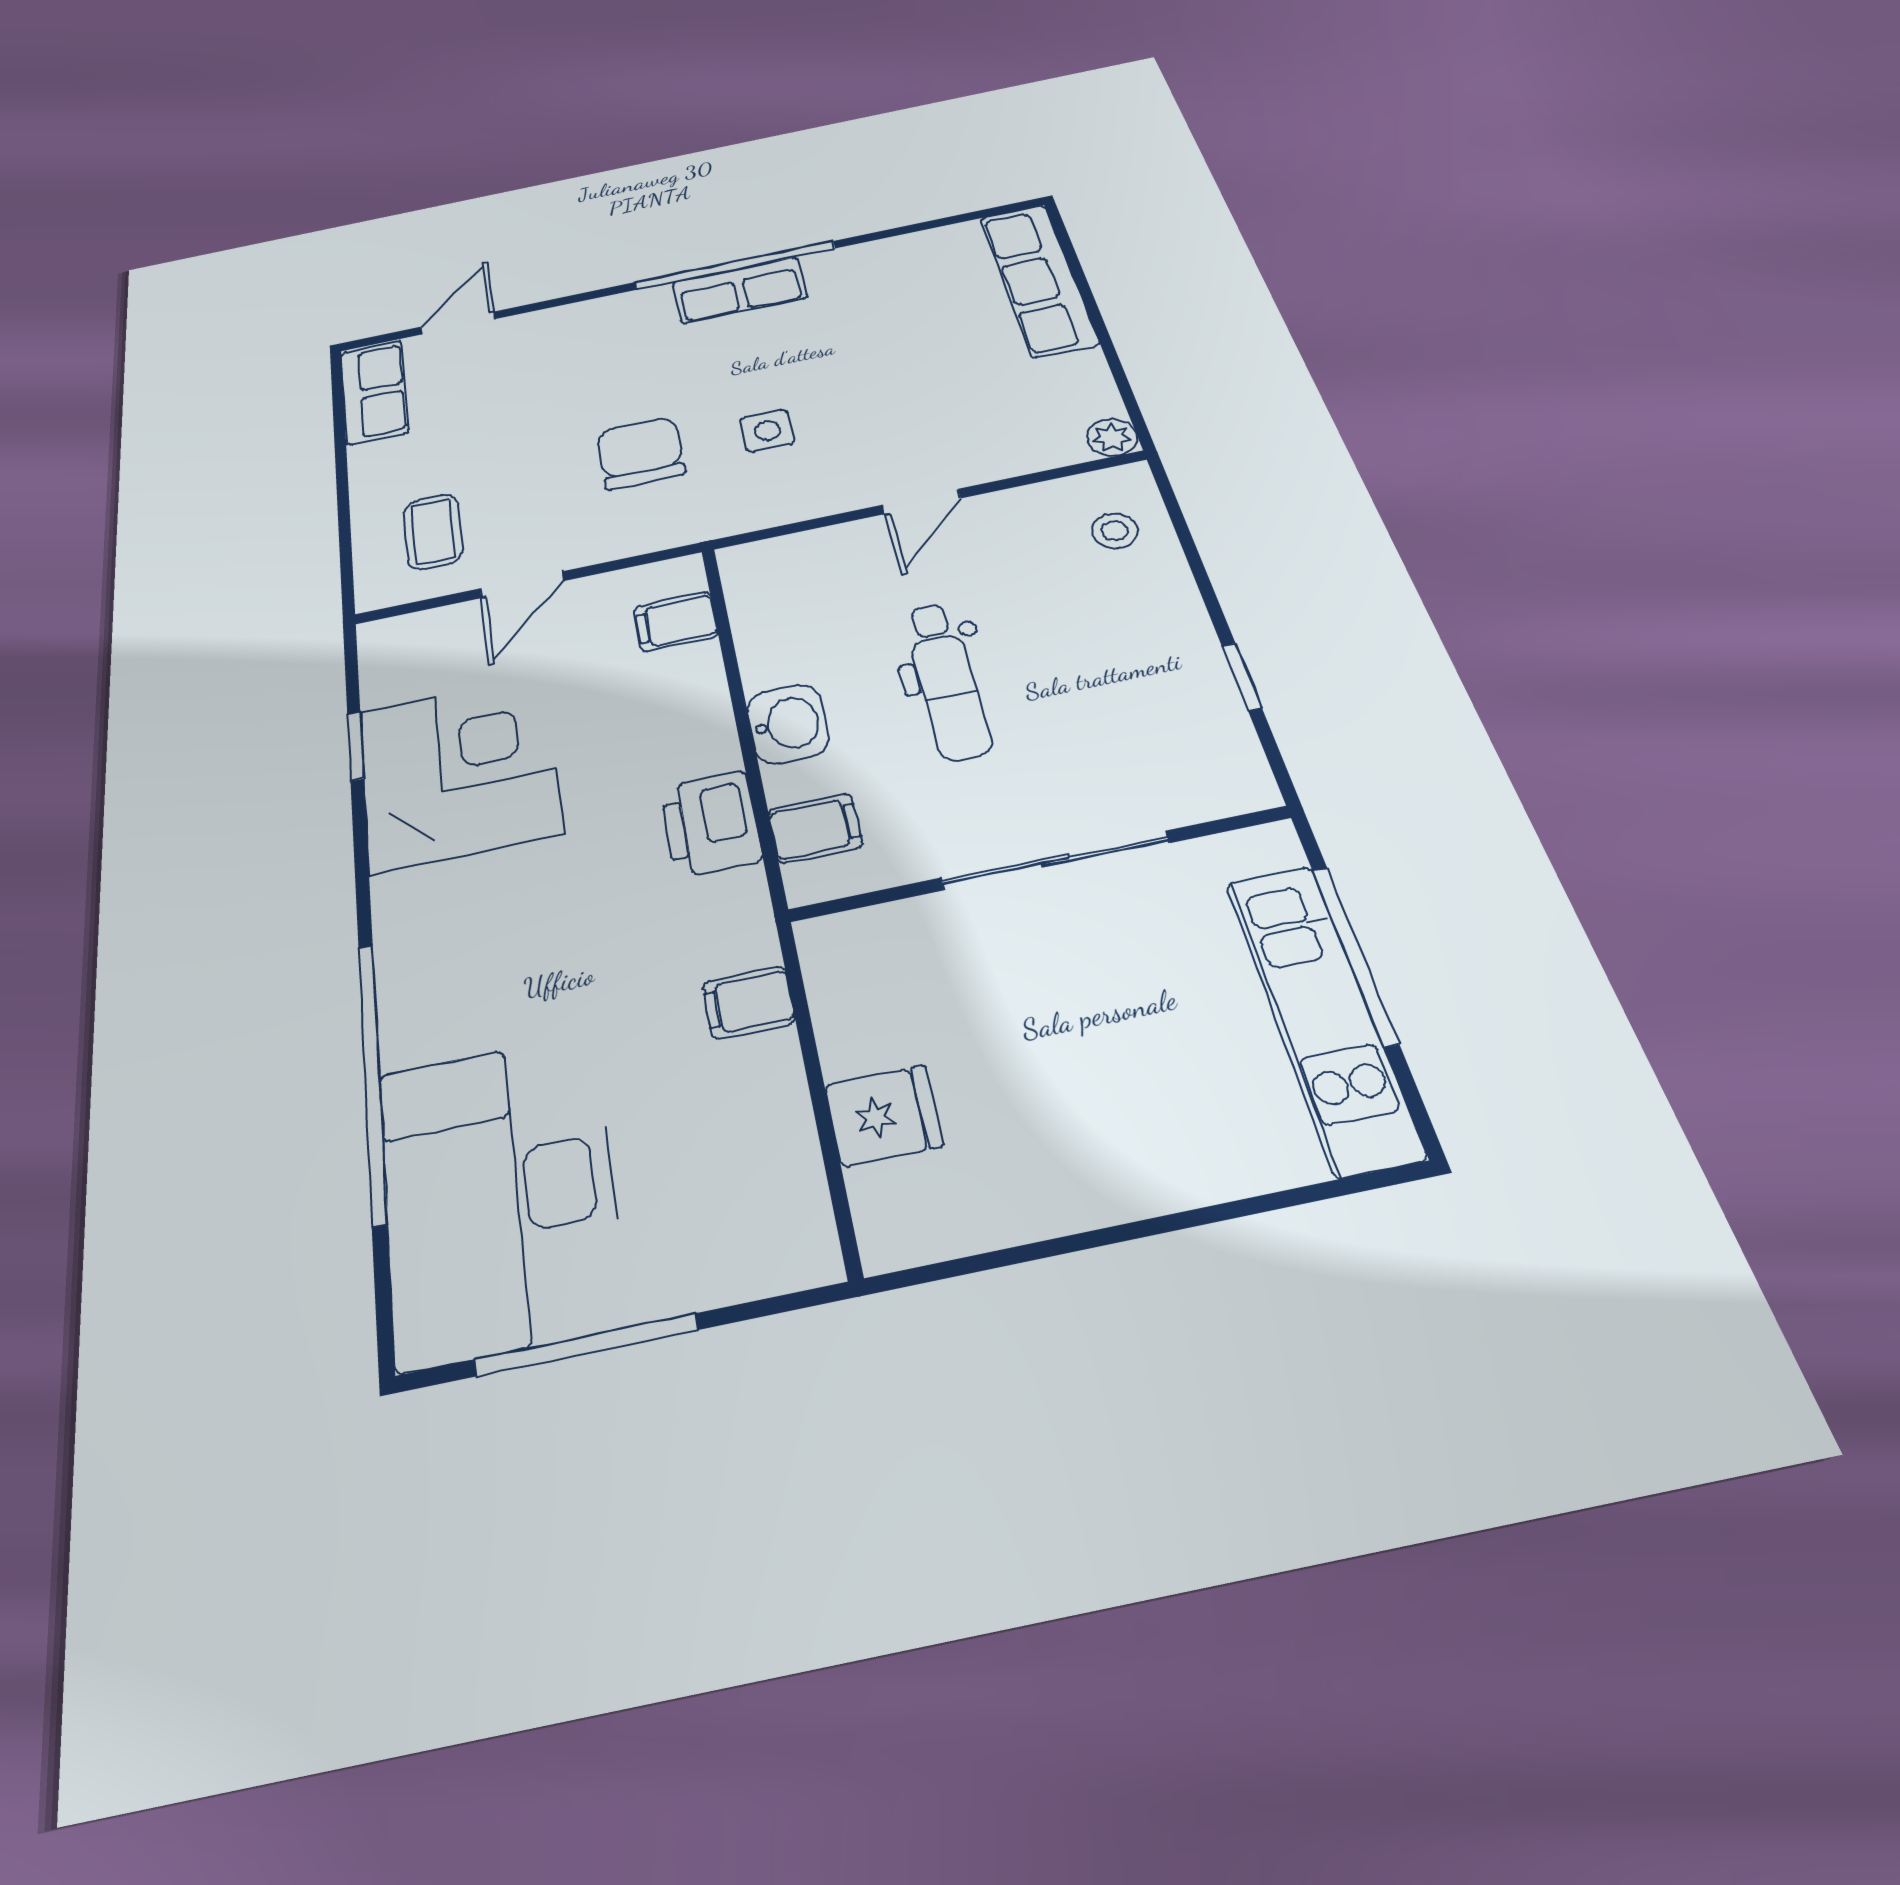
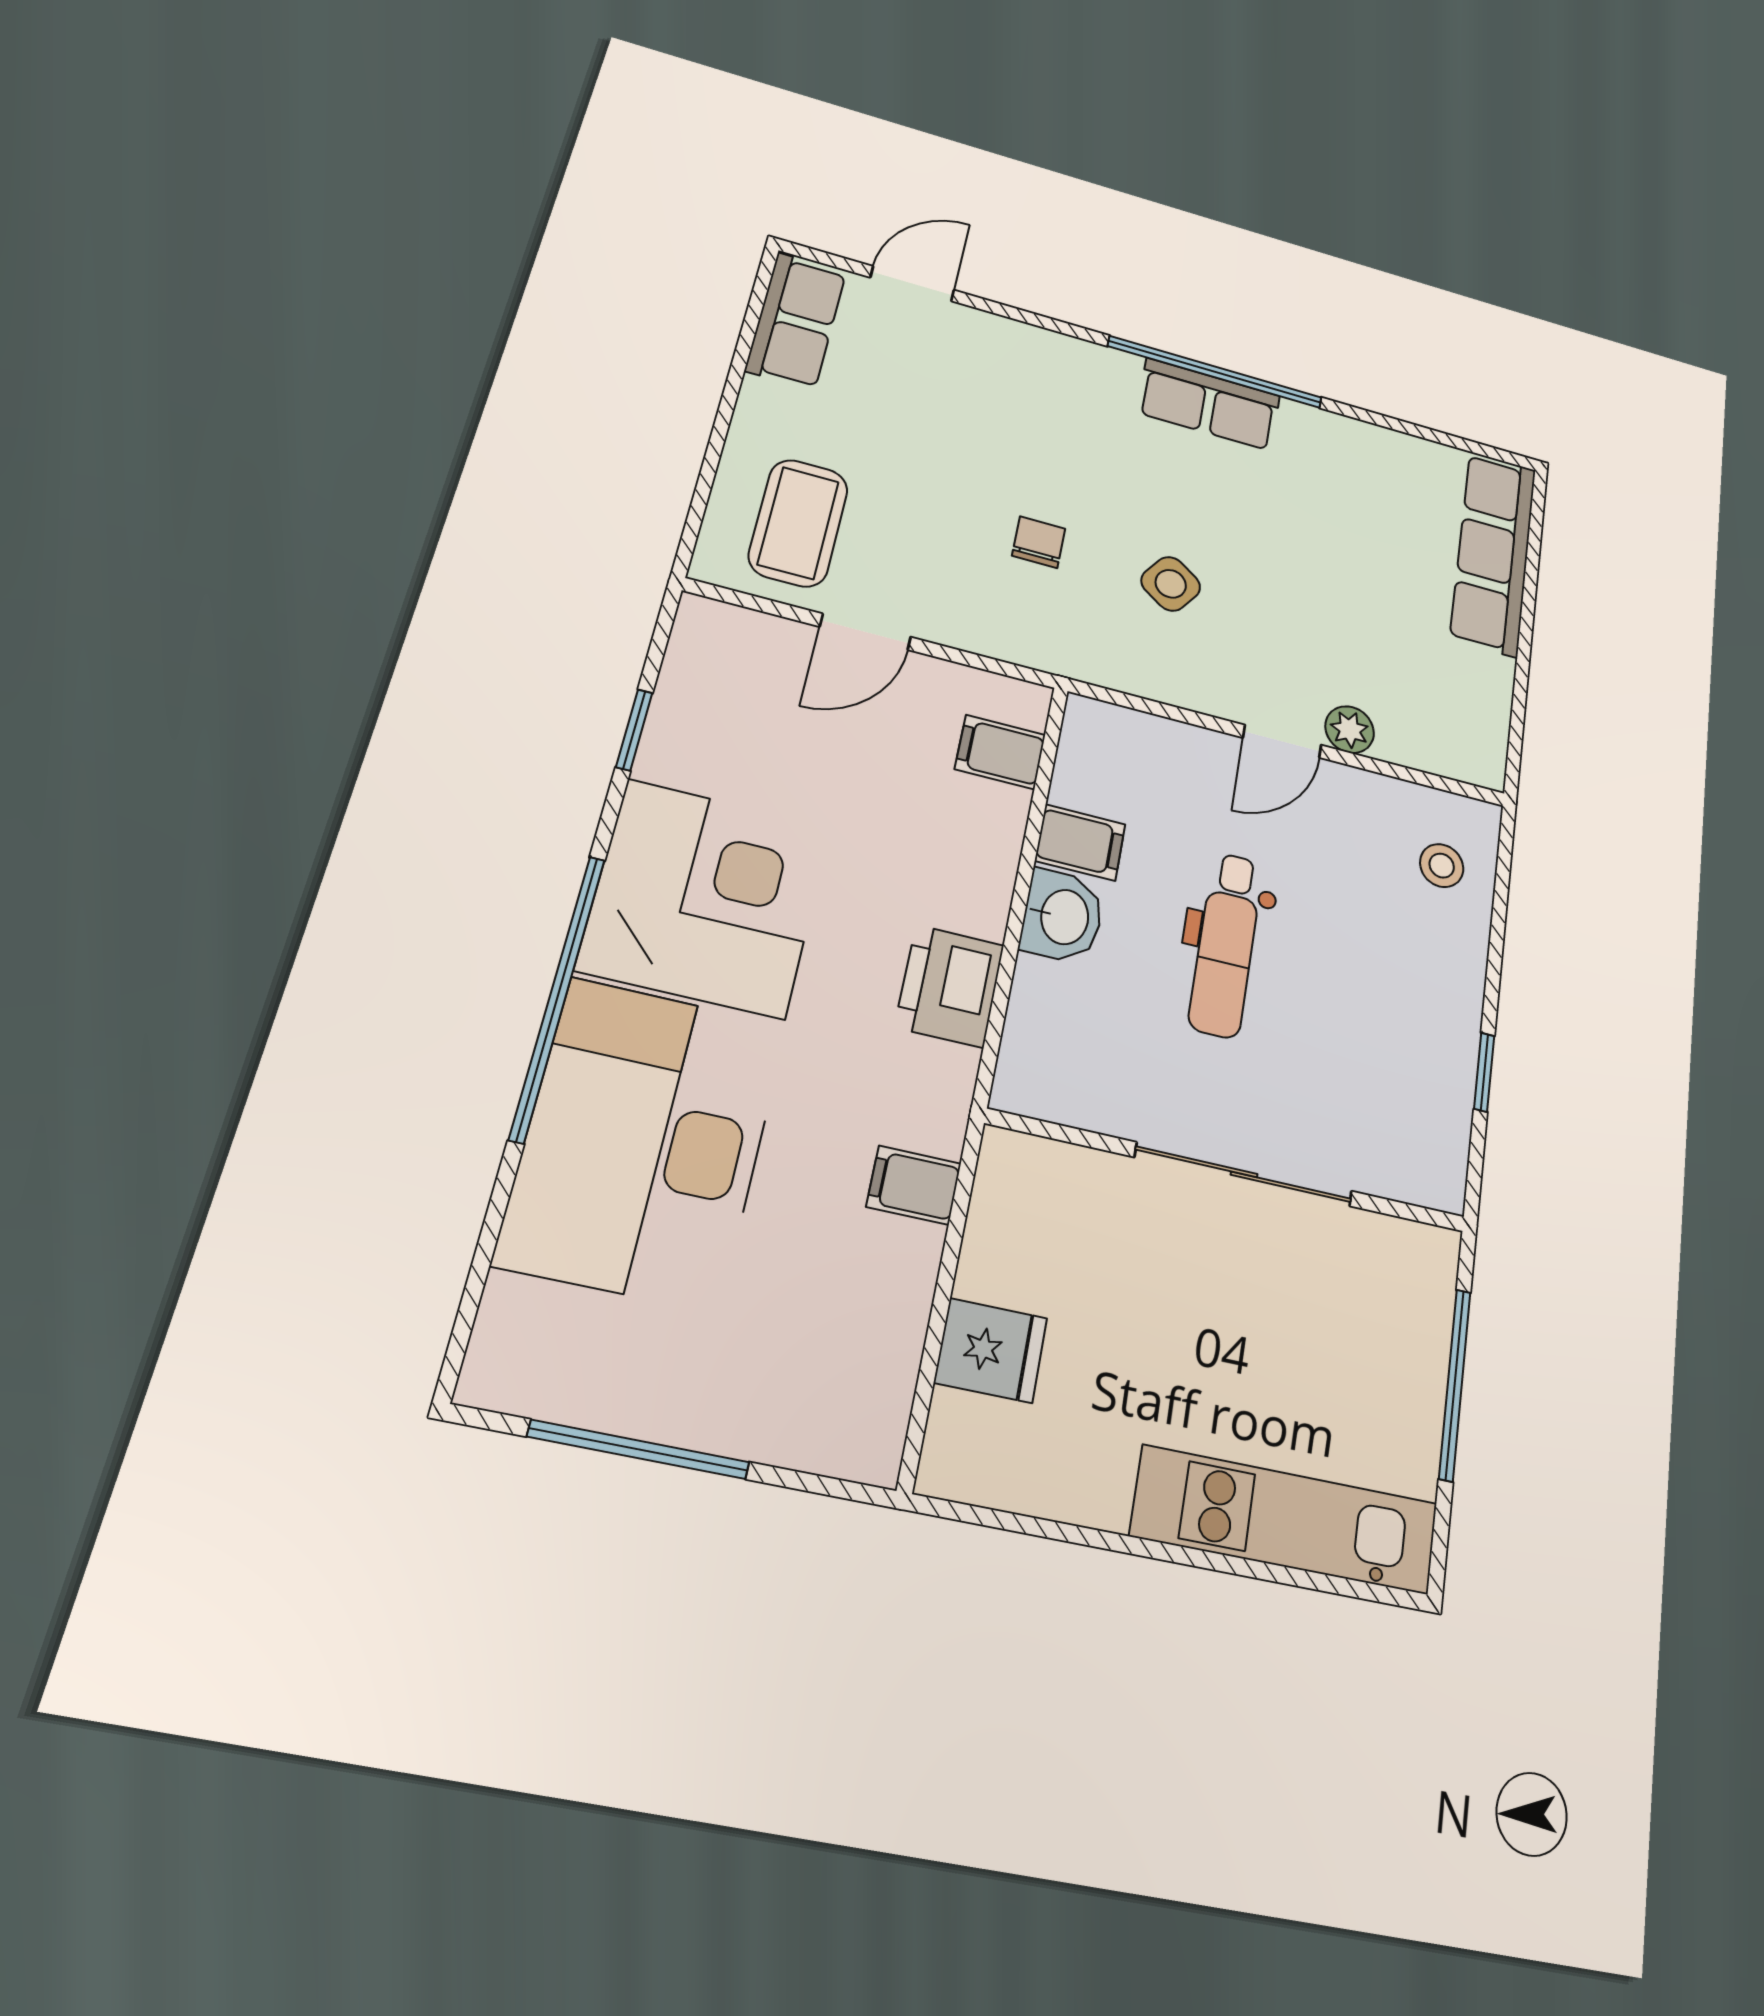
side table: (767, 431) -> (1171, 584), turned 35
plant: (1112, 438) -> (1350, 730), moved
chair: (641, 453) -> (1039, 542), width x0.54, depth x0.54
coffee table: (433, 532) -> (798, 523), width x1.36, depth x1.30
corner desk: (459, 772) -> (705, 898), moved
filing cabinet: (815, 828) -> (1080, 843), moved
kitchen unit: (1322, 1015) -> (1286, 1520), moved, turned 90
window: (372, 1080) -> (558, 997), moved
desk: (499, 1195) -> (644, 1142), moved

